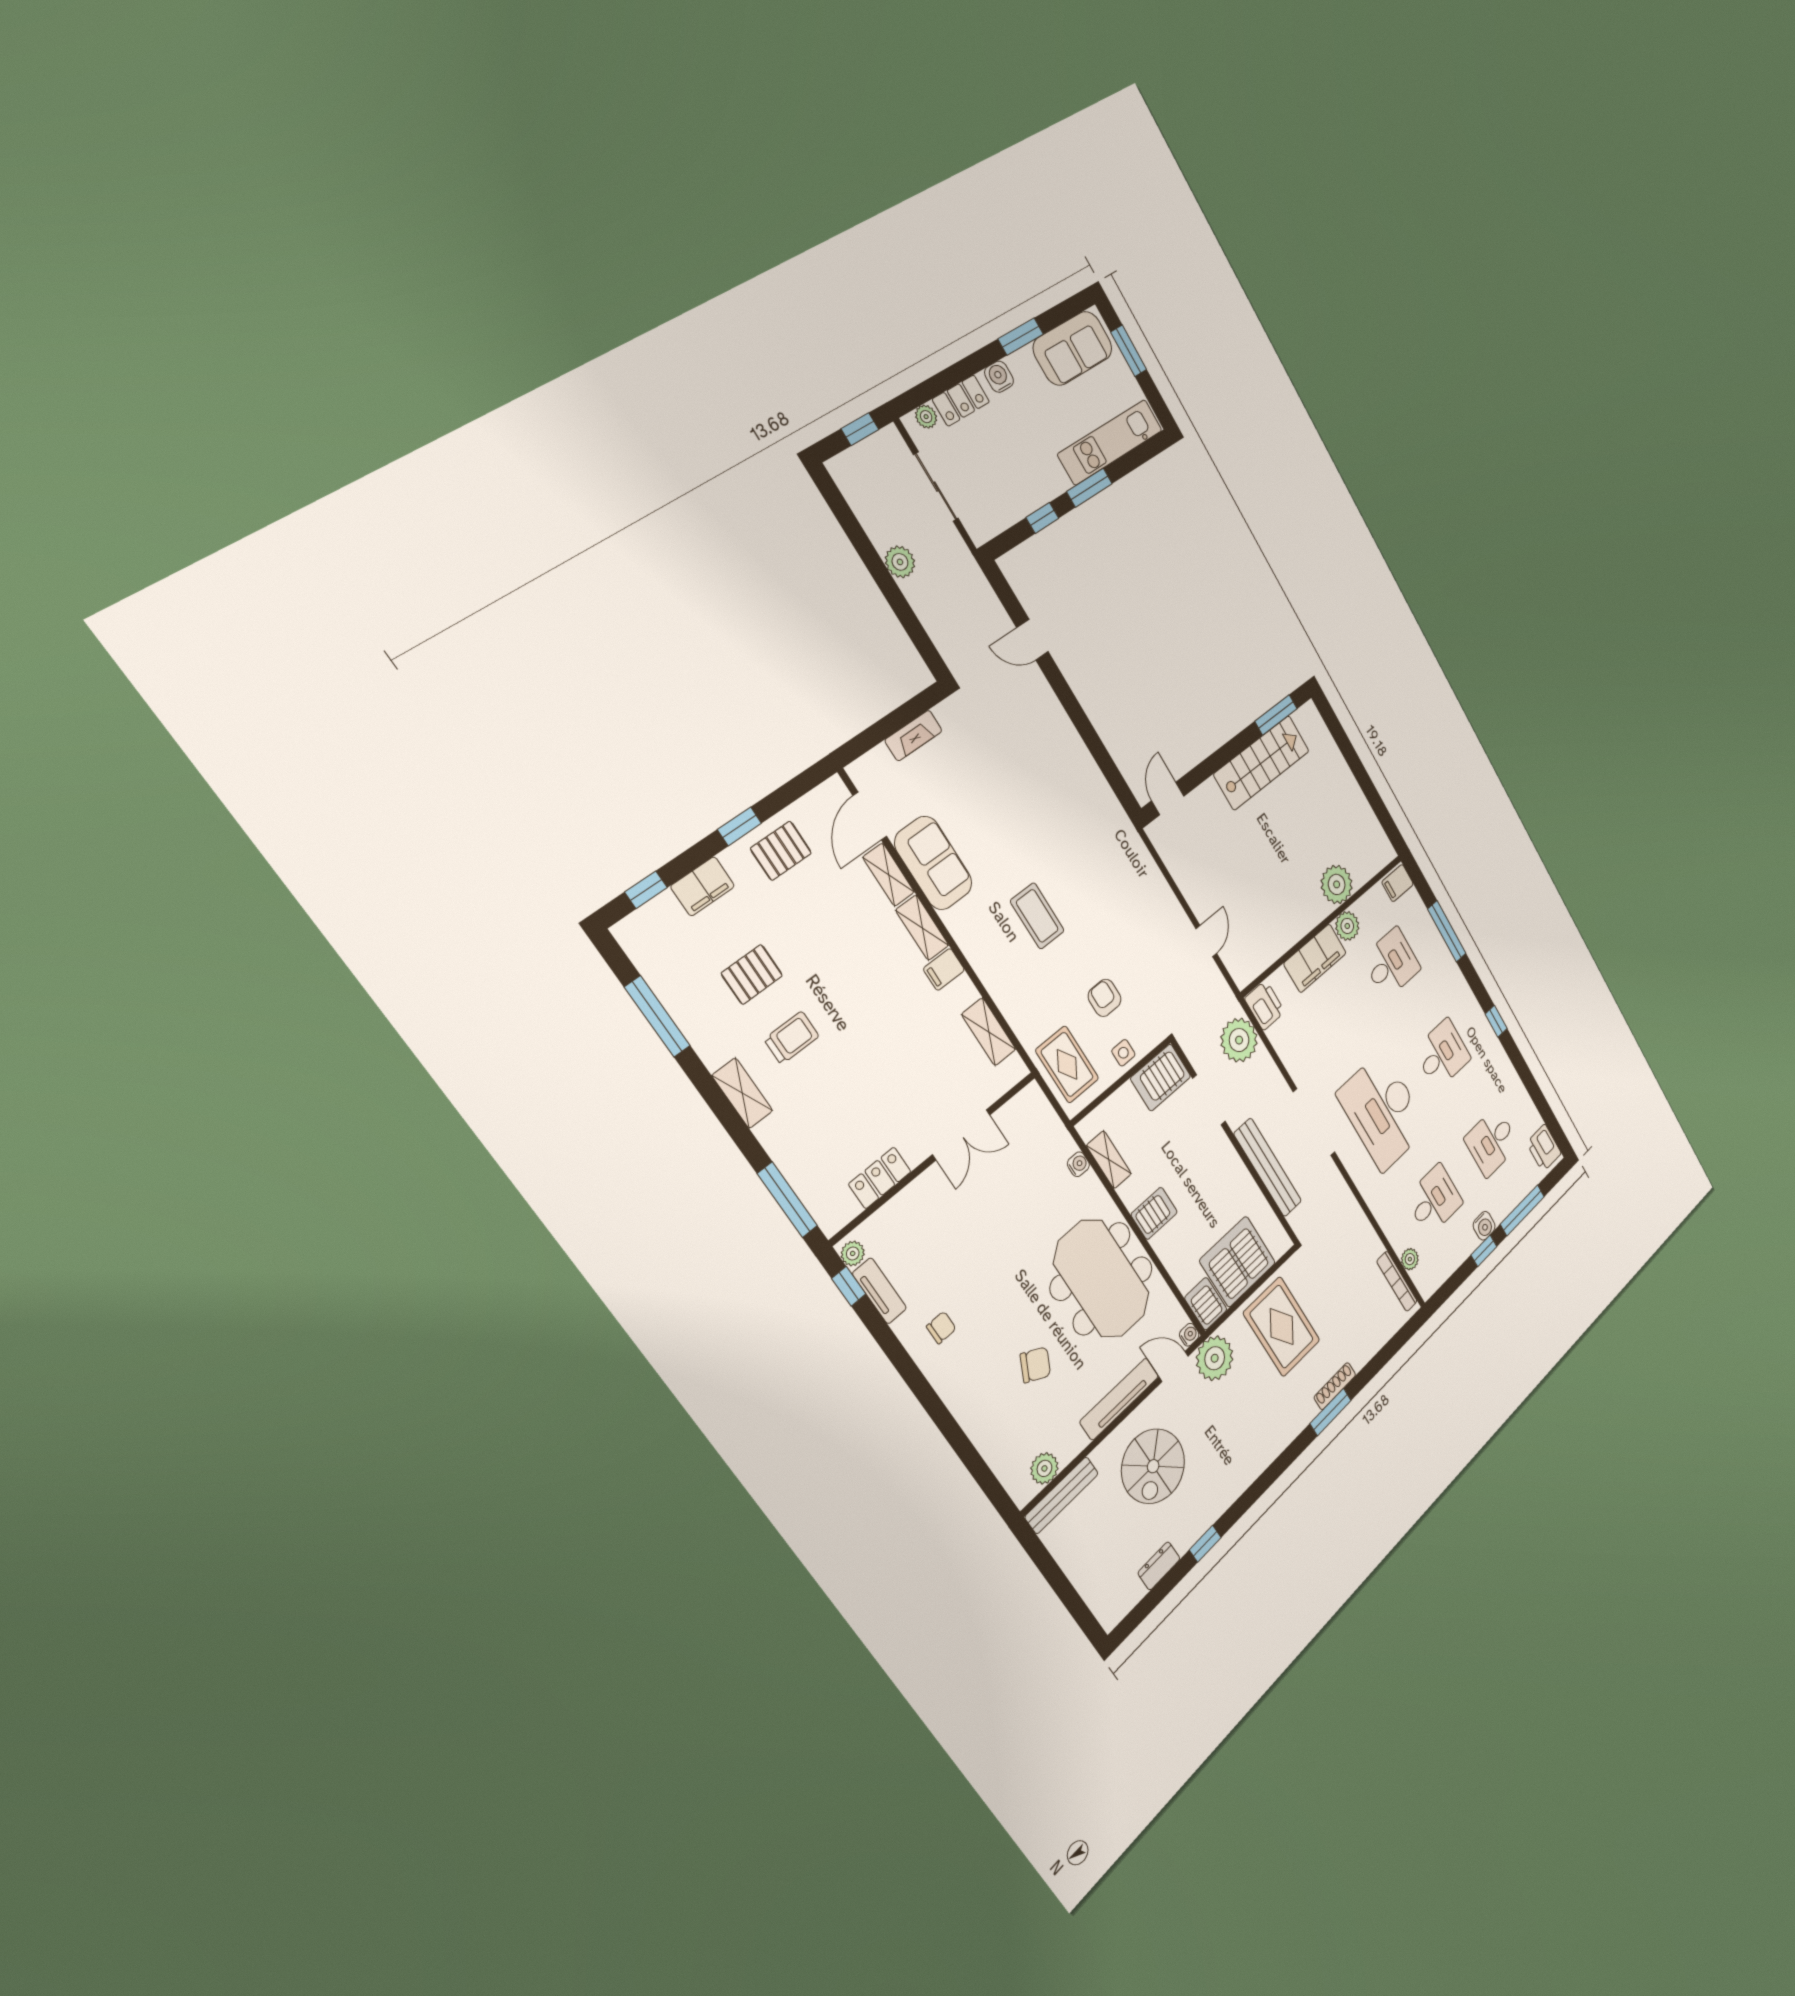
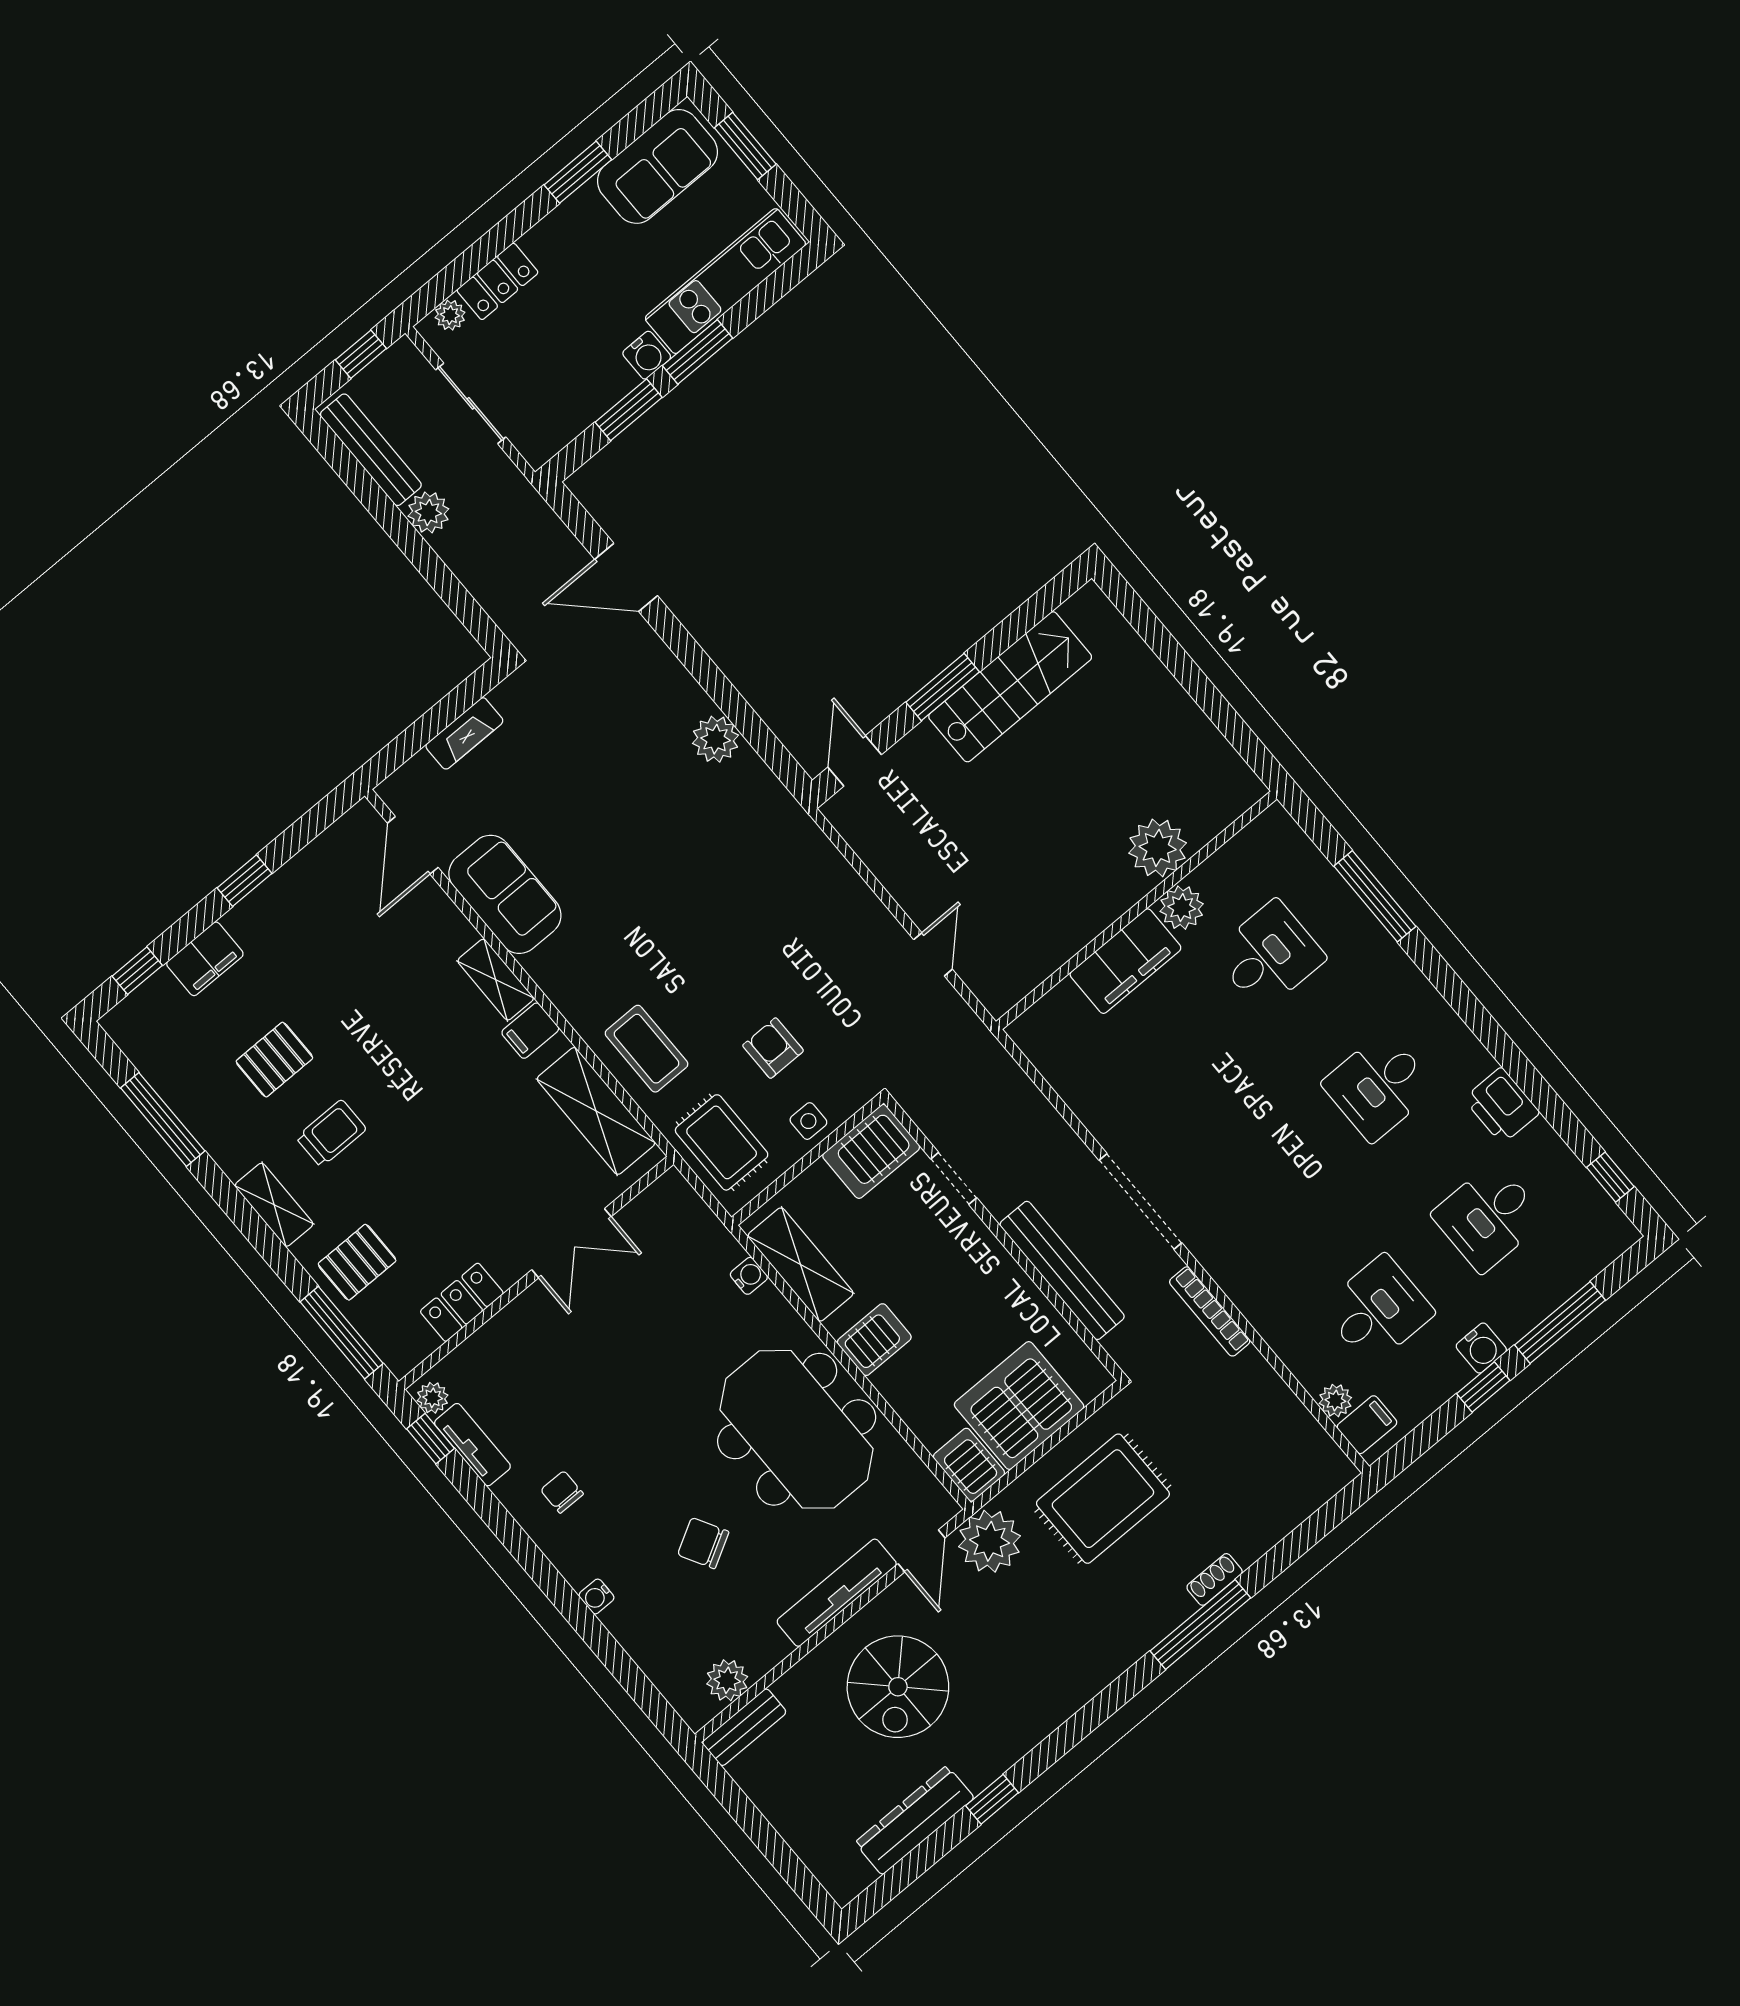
water cooler: (999, 377) -> (647, 355), moved, turned 180
bench: (862, 504) -> (371, 450), added
window: (1042, 518) -> (629, 410), width x1.50
door: (1032, 640) -> (626, 577), width x1.38
window: (1276, 715) -> (943, 687), moved
pallet: (781, 851) -> (357, 1262), moved
shelving: (889, 875) -> (444, 917), removed
filing cabinet: (1398, 883) -> (1367, 1425), moved, turned 180
coffee table: (1037, 916) -> (647, 1049), moved
printer: (1265, 1005) -> (1040, 1037), removed
window: (1496, 1021) -> (1610, 1177), moved
shelving: (989, 1032) -> (596, 1111), width x1.50, depth x1.33
plant: (1239, 1040) -> (716, 739), moved, width x0.73, depth x0.73
desk: (1442, 1054) -> (1379, 1086), turned 180
doorway: (1209, 1100) -> (954, 1178), width x0.73
desk: (1383, 1111) -> (1268, 1179), removed
printer: (1544, 1148) -> (1502, 1106), moved
shelving: (1109, 1160) -> (801, 1264), width x1.50, depth x1.33
bookcase: (1397, 1281) -> (1210, 1311), moved
rug: (1282, 1327) -> (1103, 1499), turned 90
chair: (941, 1328) -> (562, 1492), turned -90
water cooler: (1189, 1335) -> (597, 1596), moved, turned 180
chair: (1035, 1365) -> (703, 1543), turned -146
door: (1174, 1366) -> (922, 1551), swing flipped
shoe rack: (1335, 1386) -> (1215, 1579), width x0.70
window: (1331, 1412) -> (1200, 1624), width x1.44
bench: (1062, 1495) -> (744, 1727), width x0.73
dresser: (1159, 1566) -> (915, 1820), width x1.96, depth x1.24

